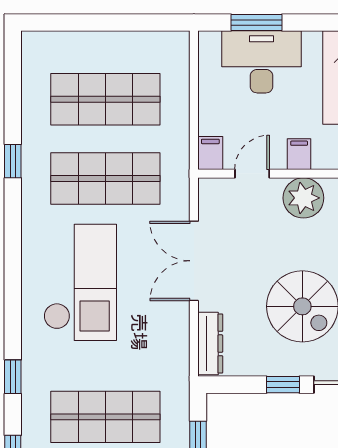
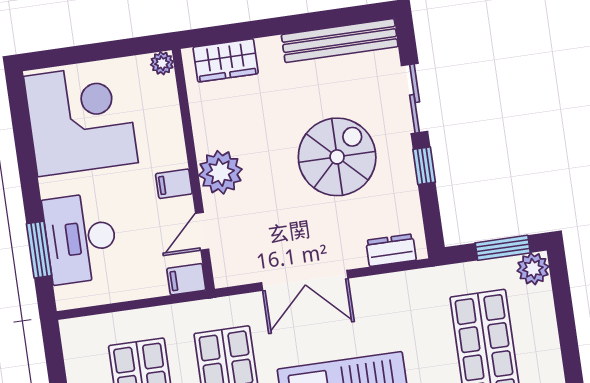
door: (252, 174) -> (202, 231), hinge flipped
dresser: (210, 344) -> (391, 250), width x0.70

